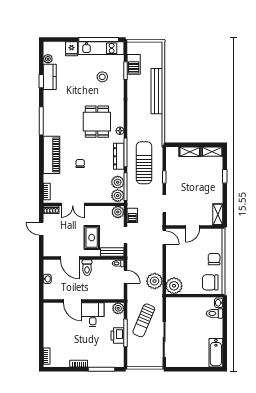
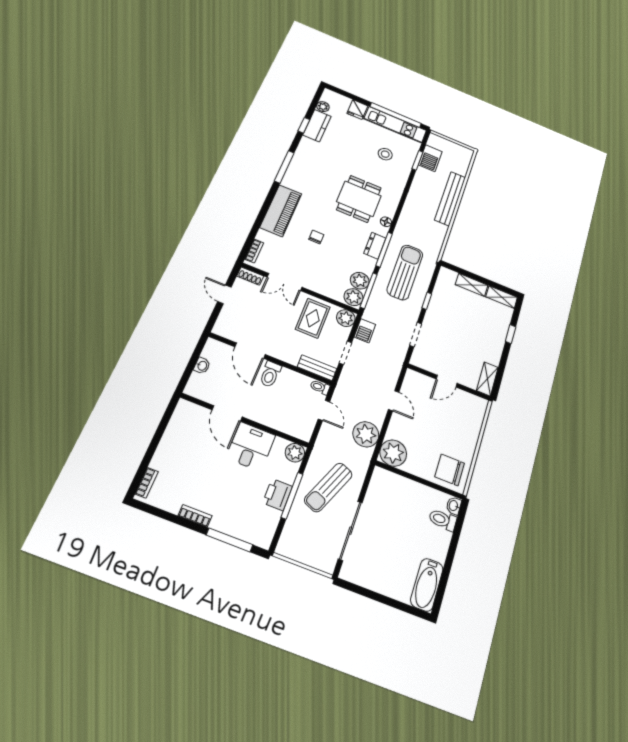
dresser: (119, 156) -> (375, 246), width x0.70
rug: (92, 238) -> (313, 318), moved
door: (164, 238) -> (394, 401), moved
chair: (214, 259) -> (465, 438), removed

